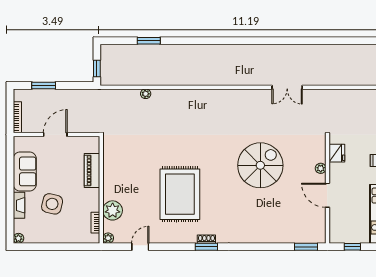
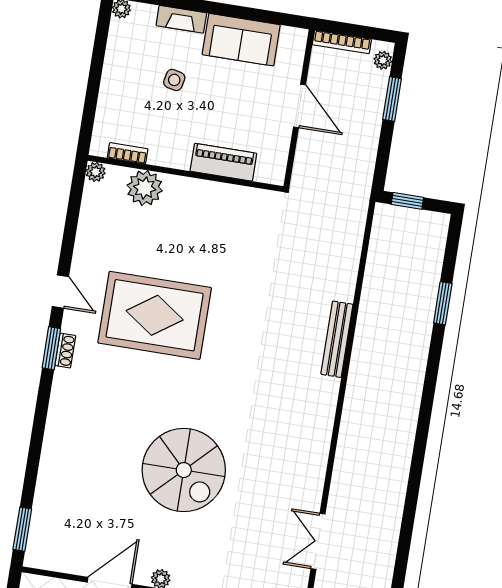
plant: (146, 94) -> (383, 60), moved
bench: (177, 94) -> (337, 339), added
side table: (52, 204) -> (174, 80), width x0.54, depth x0.54
door: (140, 247) -> (60, 292), moved

